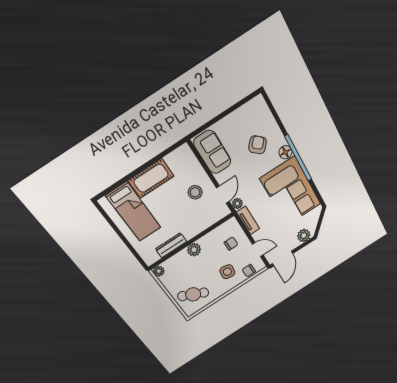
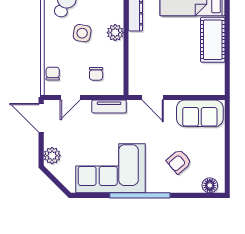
armchair: (258, 145) -> (179, 161), turned 99
floor lamp: (285, 152) -> (210, 185), moved
stool: (195, 192) -> (173, 72), removed
plant: (237, 203) -> (134, 106), removed
side table: (227, 272) -> (82, 33), moved

